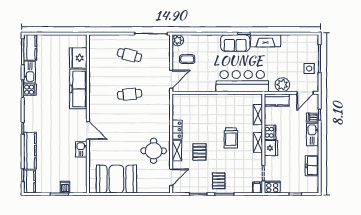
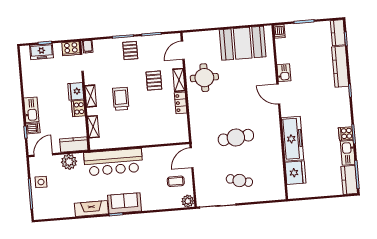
cafe table: (130, 94) -> (236, 137), width x1.37, depth x1.35
freezer: (312, 166) -> (42, 52), moved, turned 90
dishwasher: (65, 187) -> (279, 31), moved

